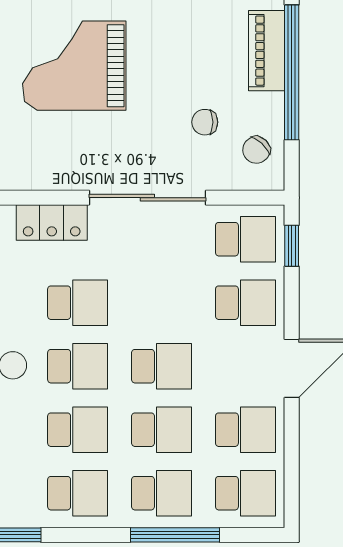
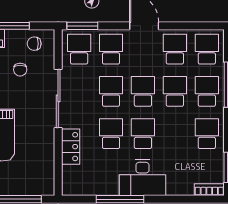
chair: (256, 150) -> (34, 44), turned 137
window: (292, 246) -> (82, 26), width x1.50
school desk: (78, 430) -> (111, 91), moved

